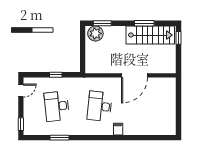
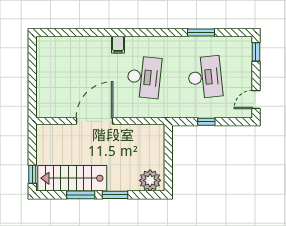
window: (102, 23) -> (115, 195), moved

